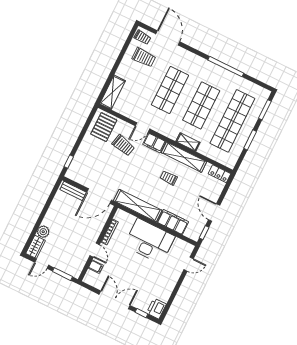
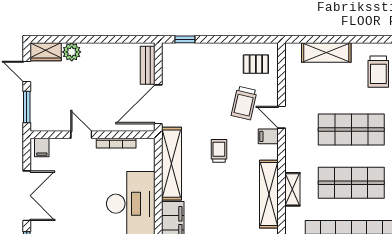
shelving: (113, 92) -> (326, 53), moved
pallet: (104, 127) -> (256, 64), width x0.67, depth x0.71
filing cabinet: (154, 143) -> (268, 136), width x0.50
trolley: (169, 178) -> (219, 151), moved
door: (99, 196) -> (158, 104), hinge flipped
door: (95, 250) -> (81, 135), swing flipped
filing cabinet: (96, 267) -> (42, 148), moved

